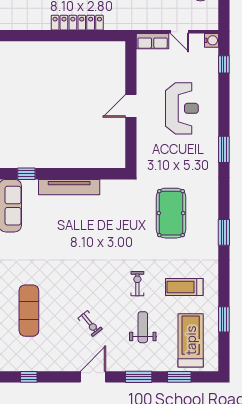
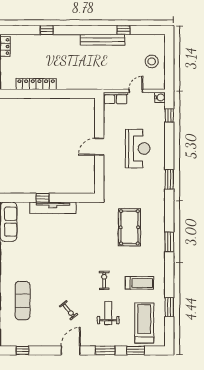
locker: (77, 23) -> (36, 84), moved
door: (179, 32) -> (136, 91), swing flipped
window: (26, 174) -> (42, 198), moved
treadmill: (184, 287) -> (139, 283), turned 180

